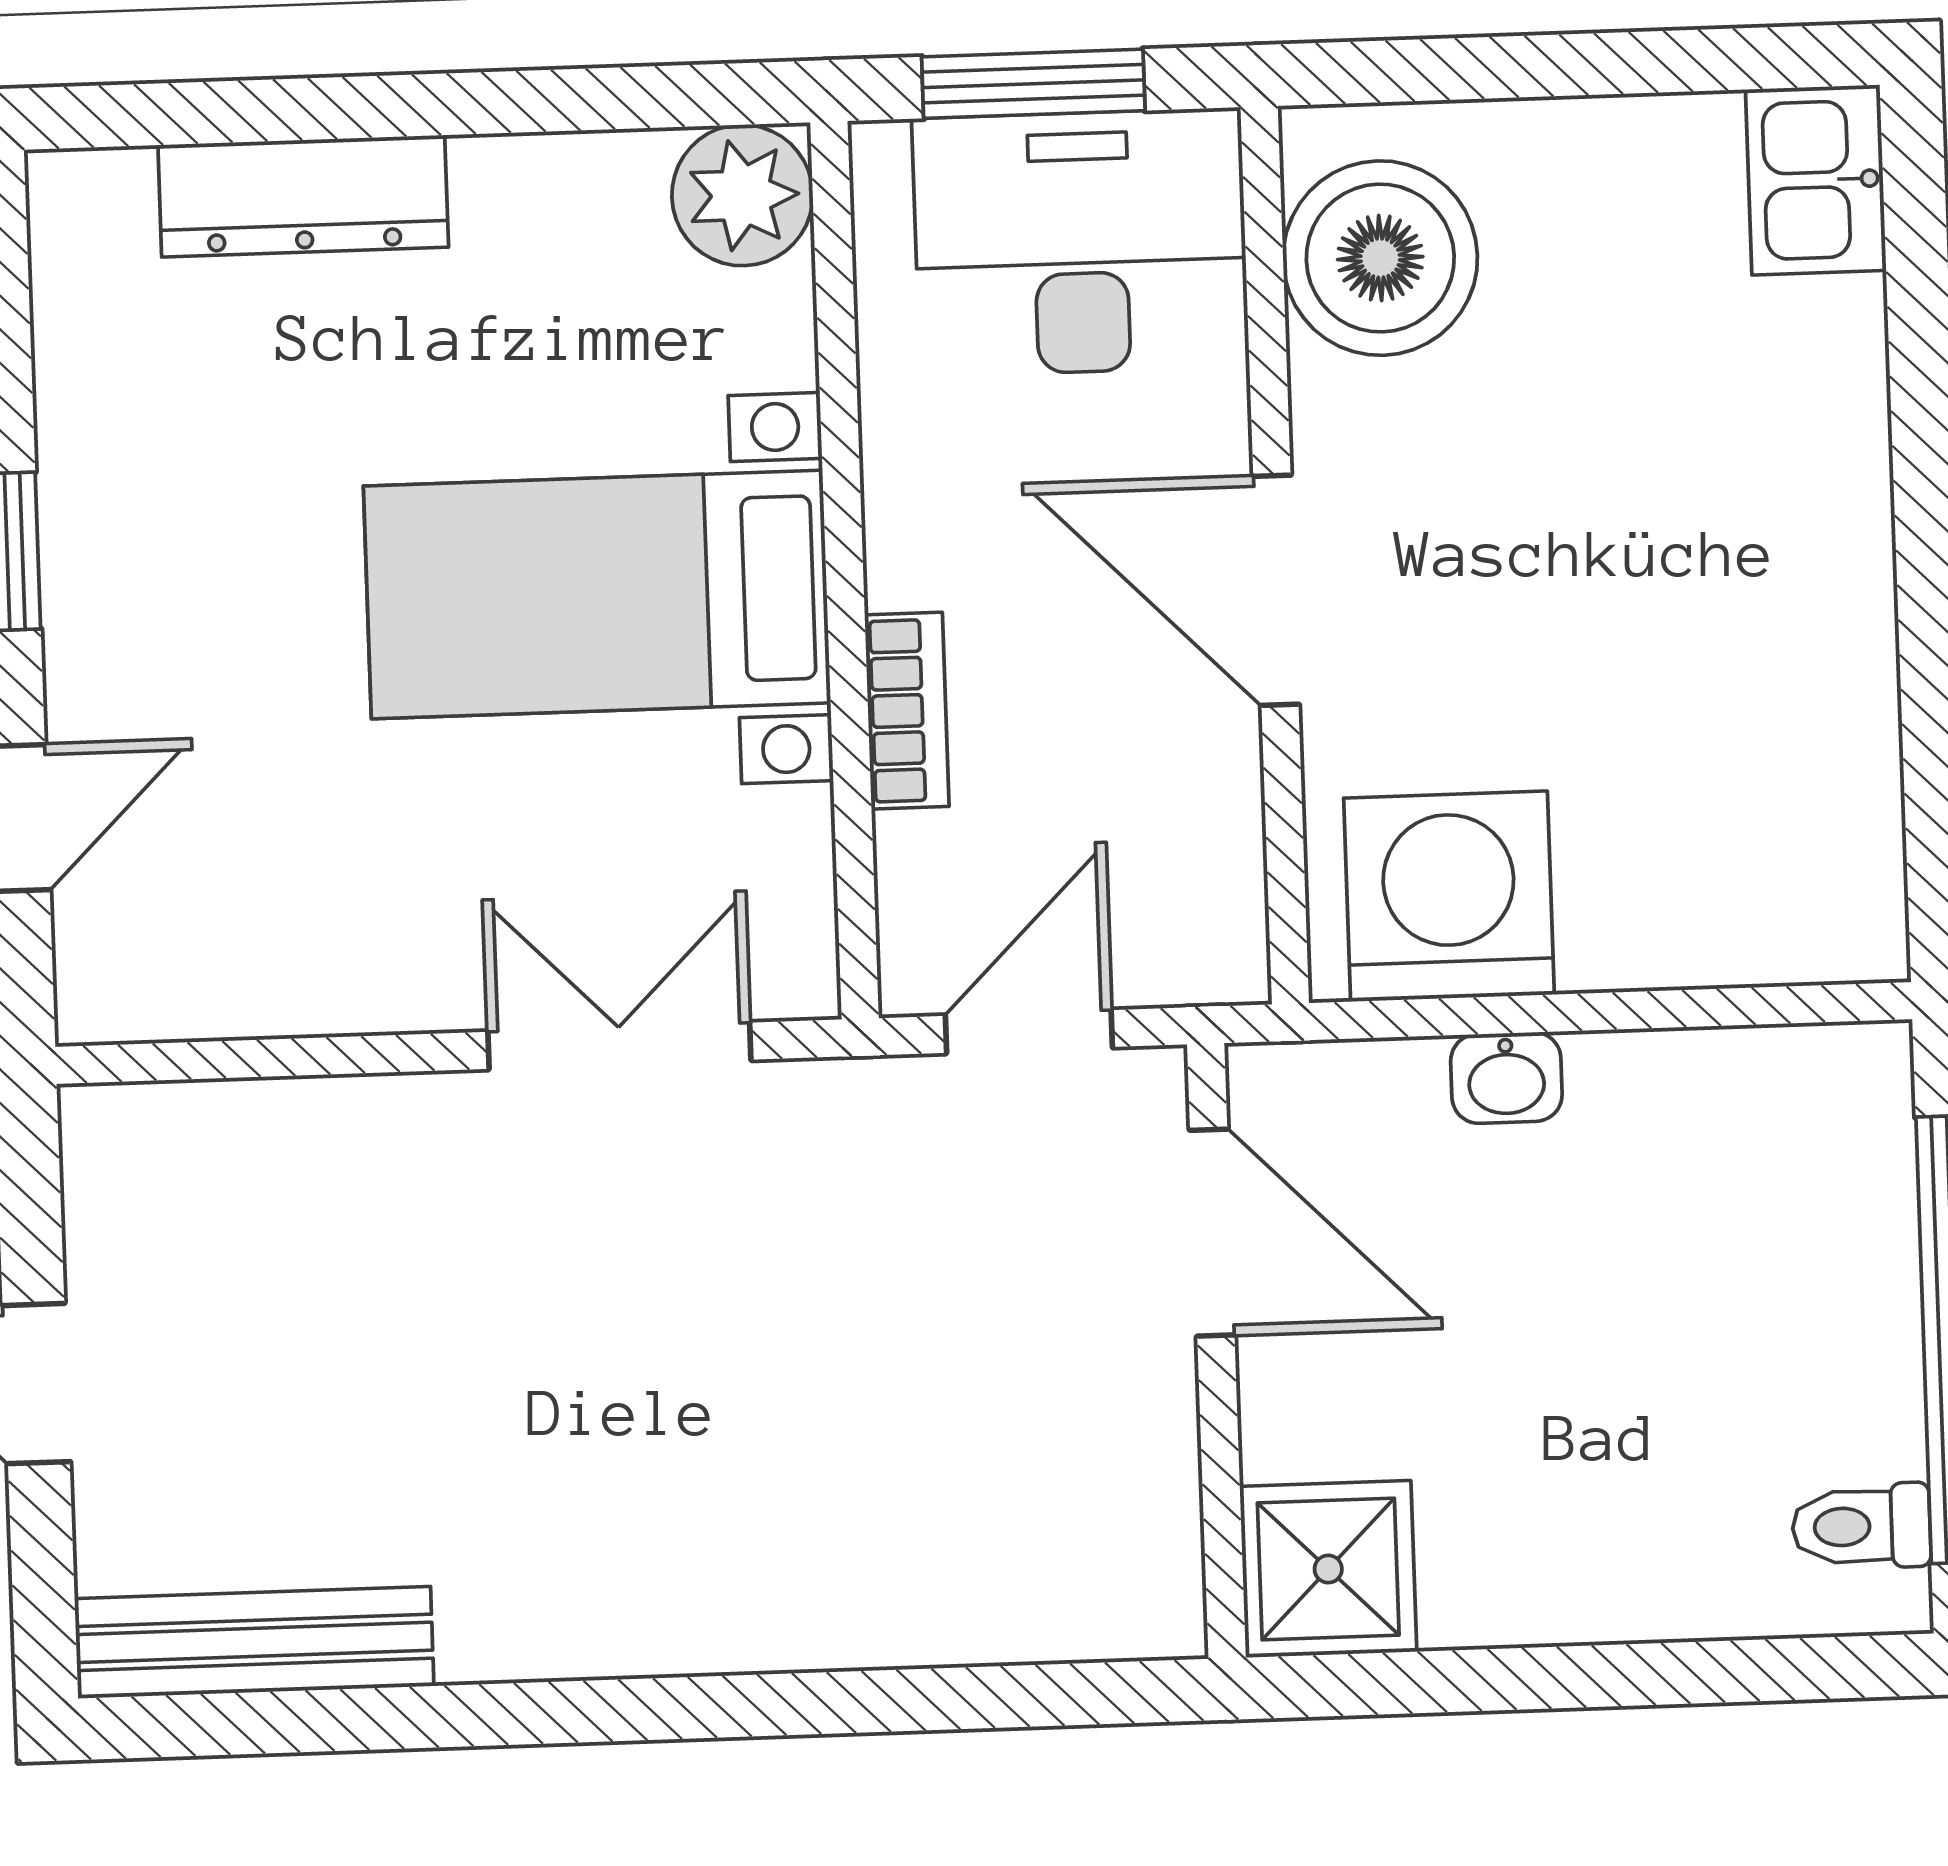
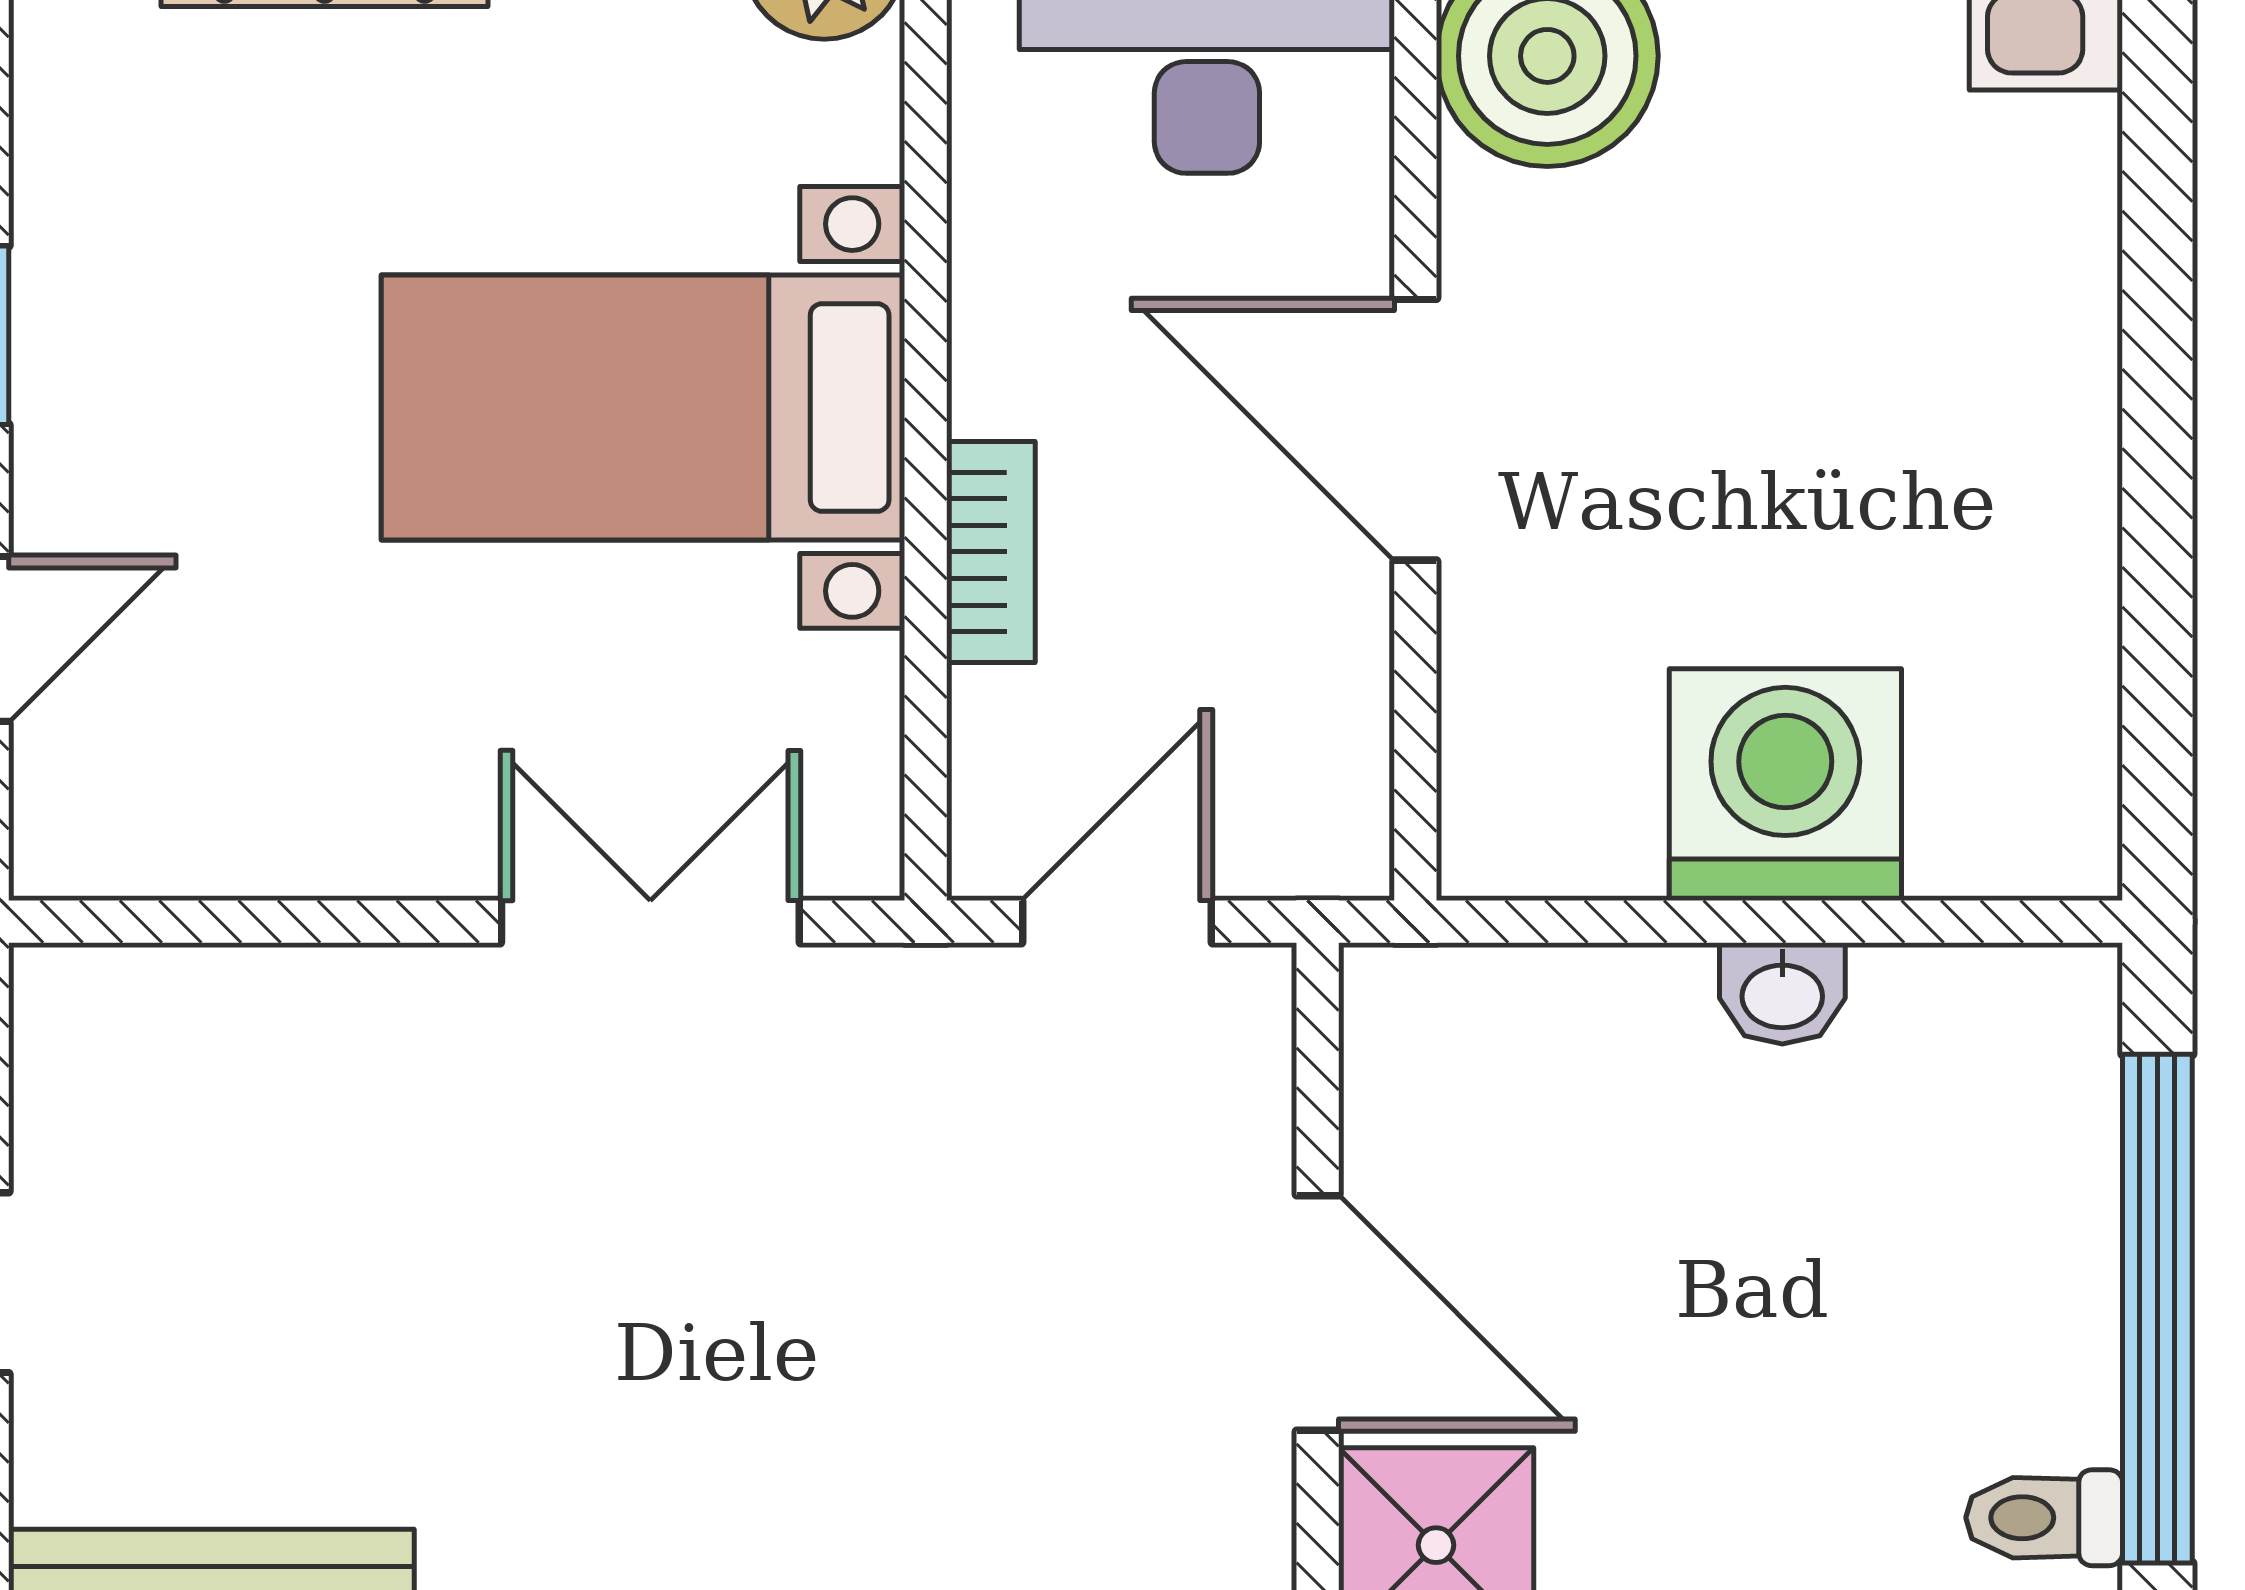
washing machine: (1449, 896) -> (1785, 785), moved
washbasin: (1506, 1078) -> (1782, 993), moved
door: (1212, 1233) -> (1318, 1313), moved

